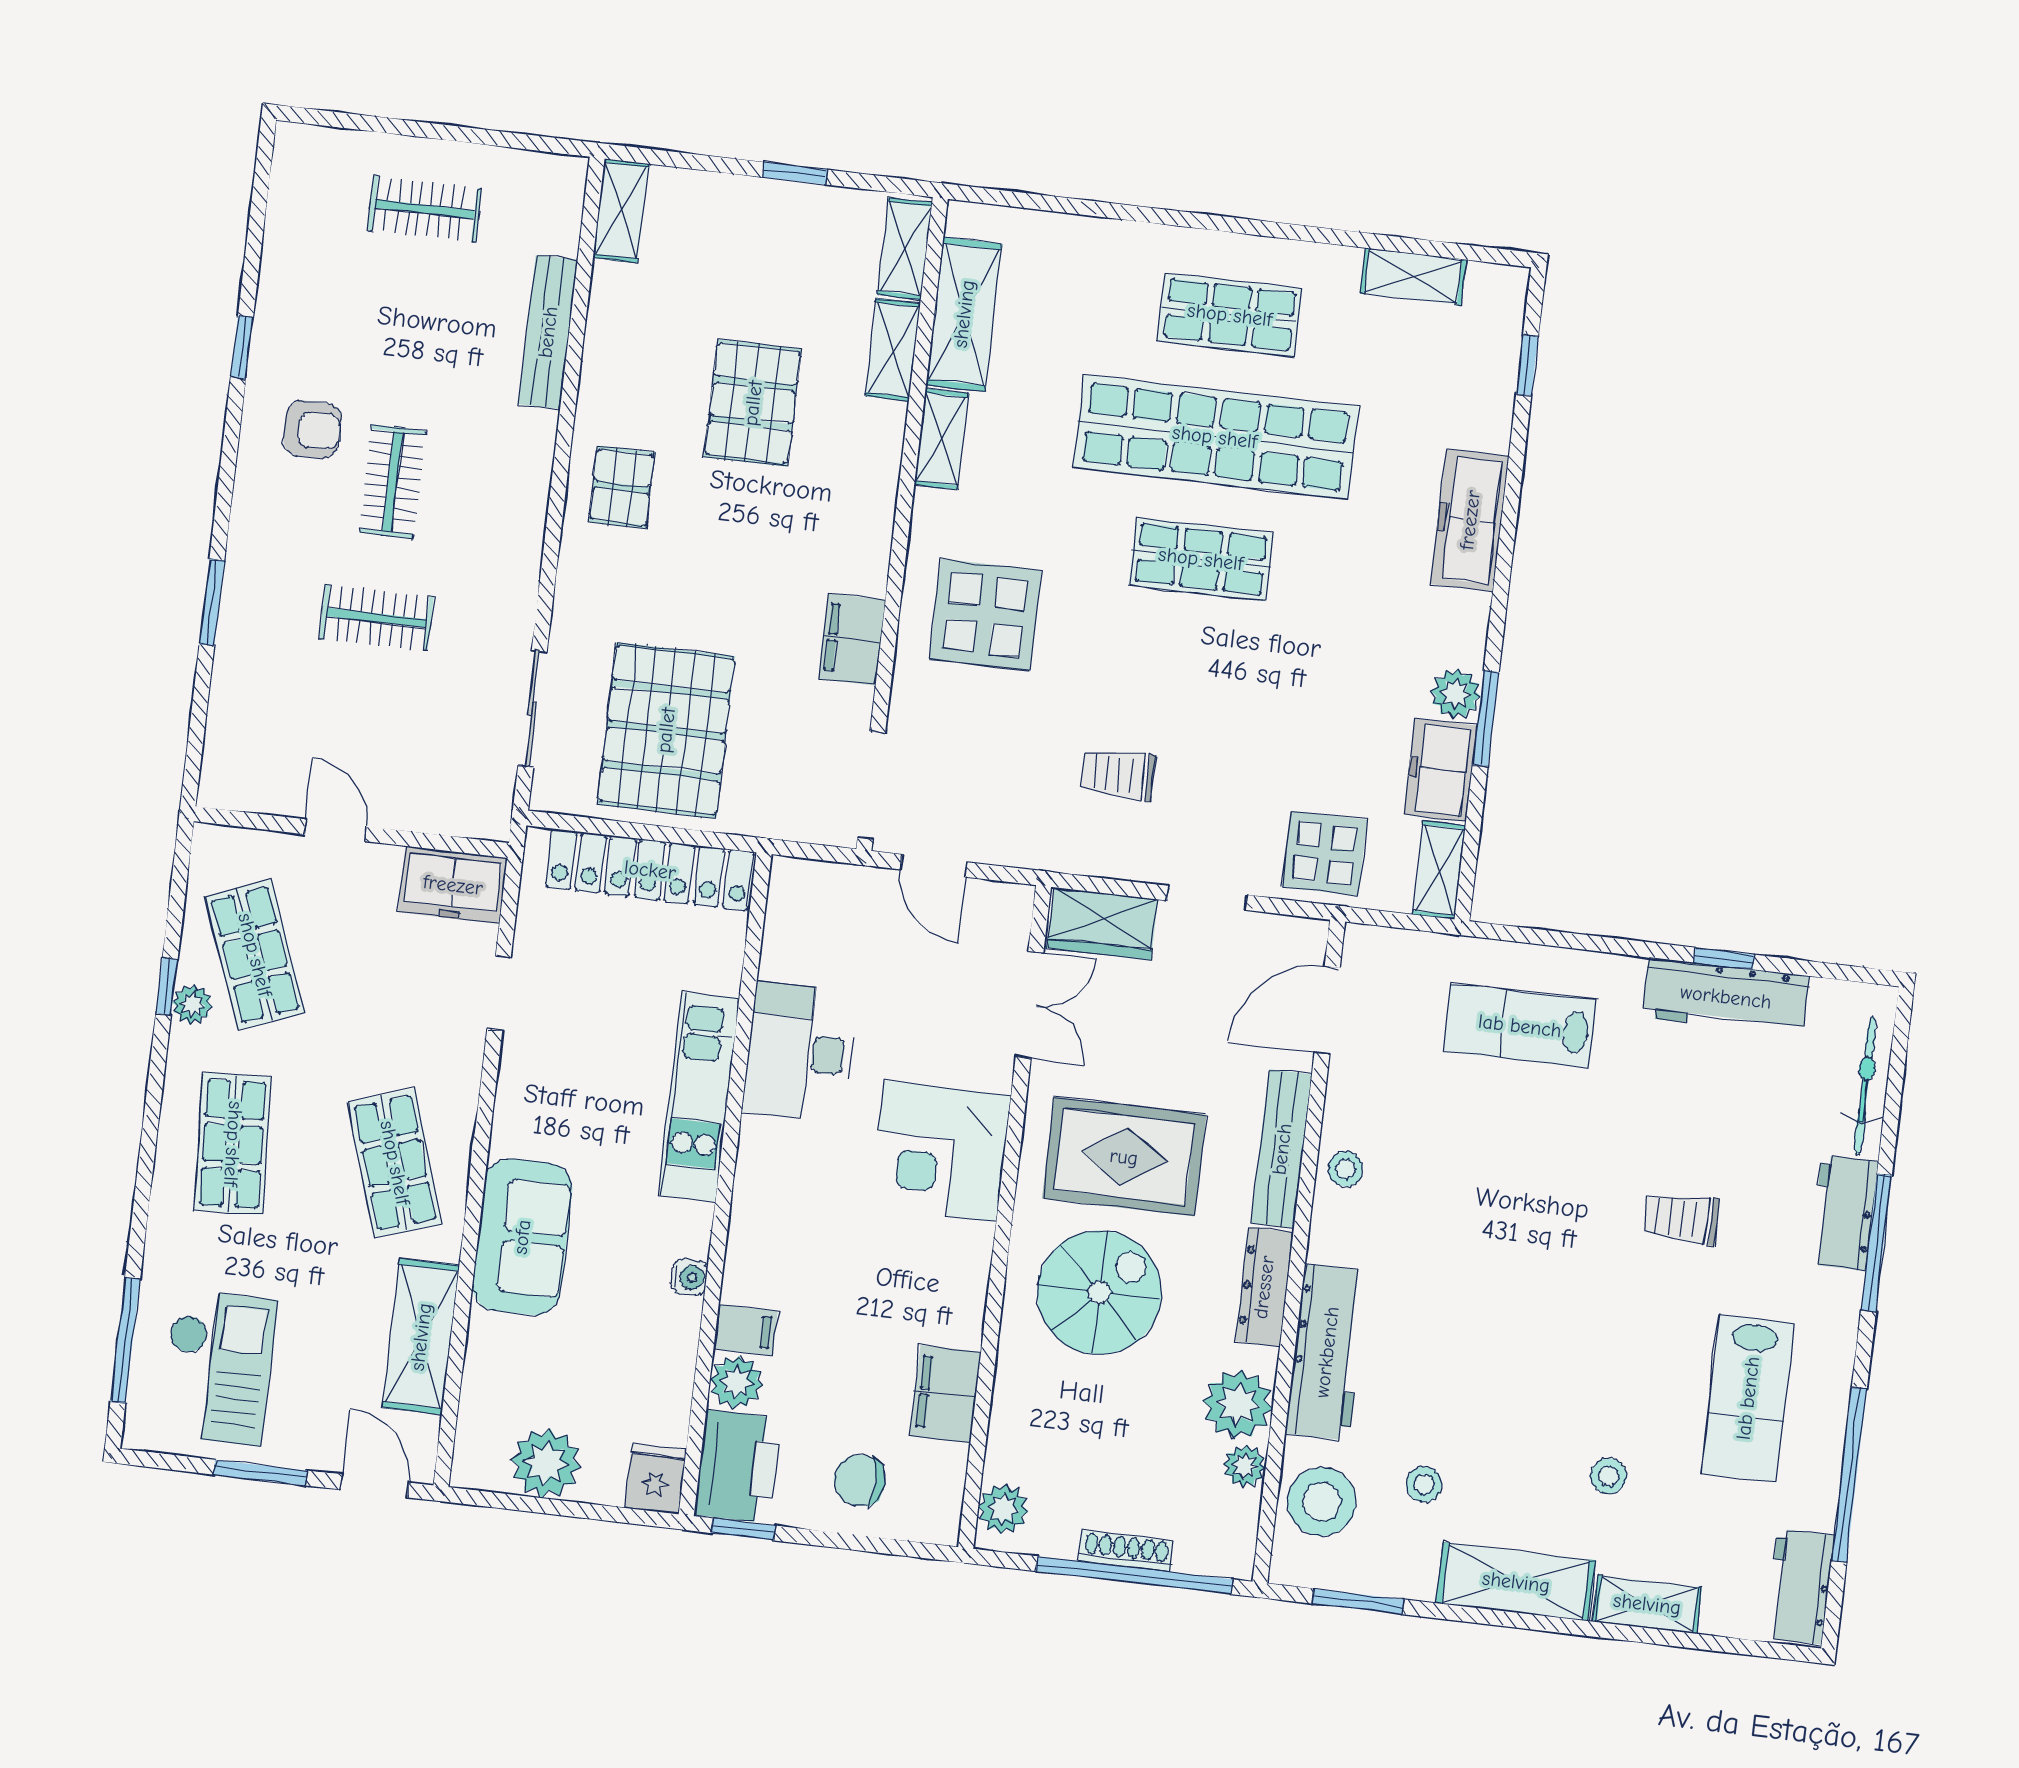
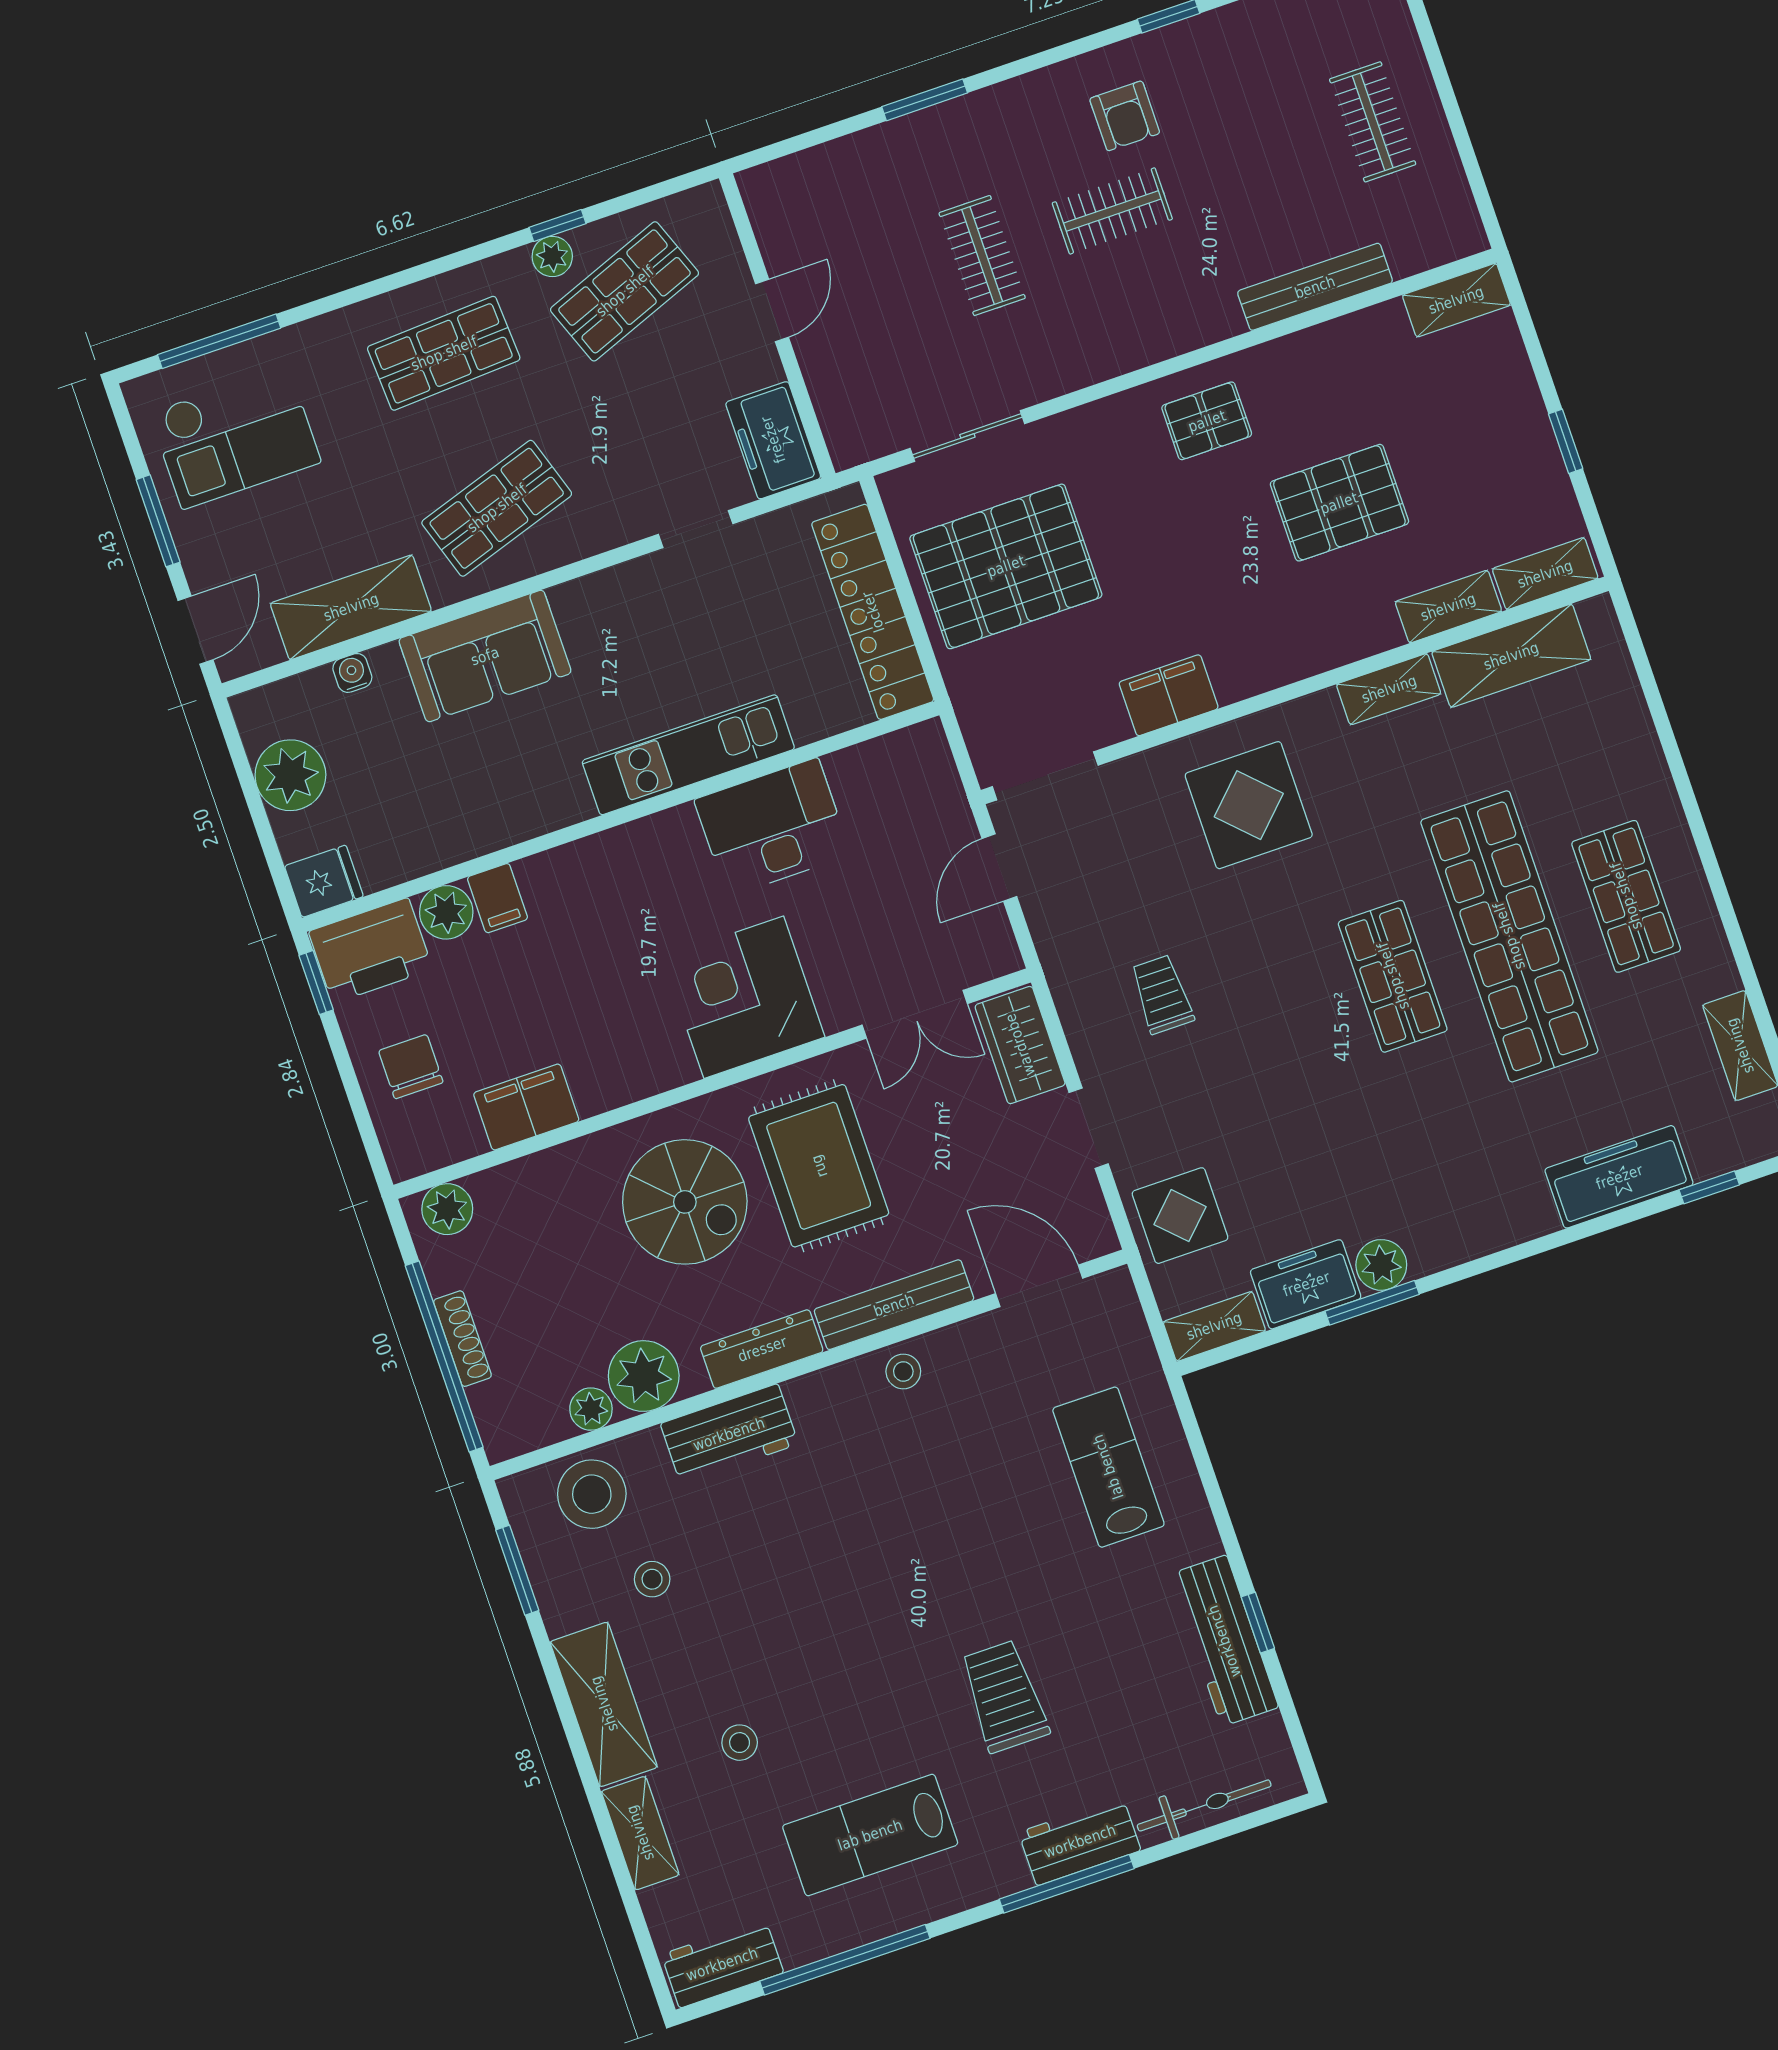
freezer: (1470, 520) -> (1619, 1177), moved
trolley: (1681, 1218) -> (1004, 1696), width x1.36, depth x1.39
water cooler: (689, 1277) -> (352, 673), moved, turned 180
workbench: (1327, 1352) -> (729, 1434), width x0.73

